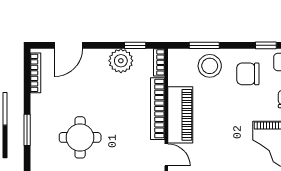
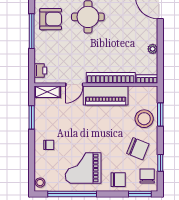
window: (135, 45) -> (160, 60), removed
plant: (121, 61) -> (153, 49), width x0.53, depth x0.53
chair: (248, 74) -> (138, 149), turned 112

